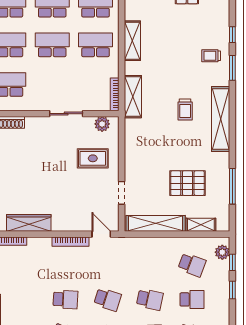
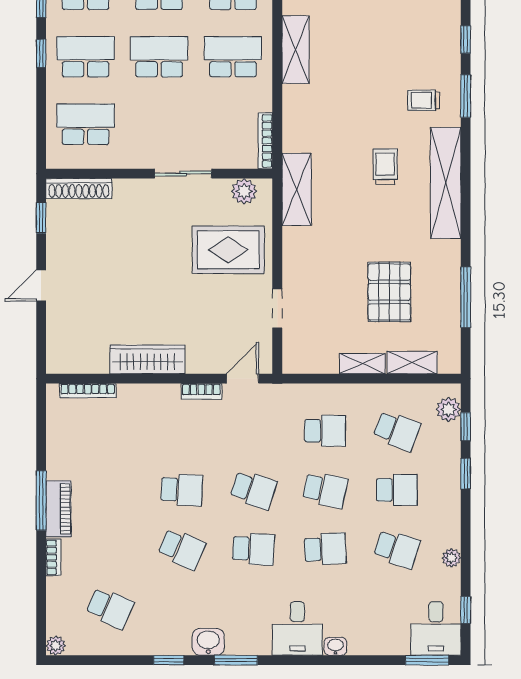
trolley: (211, 56) -> (424, 100), moved
shelving: (133, 97) -> (297, 189), moved
trolley: (185, 110) -> (385, 167), turned 180
rug: (93, 158) -> (228, 250), width x1.36, depth x1.43
pallet: (187, 183) -> (389, 292), turned 90
wardrobe: (29, 223) -> (147, 359), moved
shelving: (156, 223) -> (362, 364), width x0.45, depth x0.75
door: (101, 234) -> (243, 379), hinge flipped
bookcase: (70, 242) -> (201, 391), width x0.64
school desk: (150, 265) -> (325, 431), added

